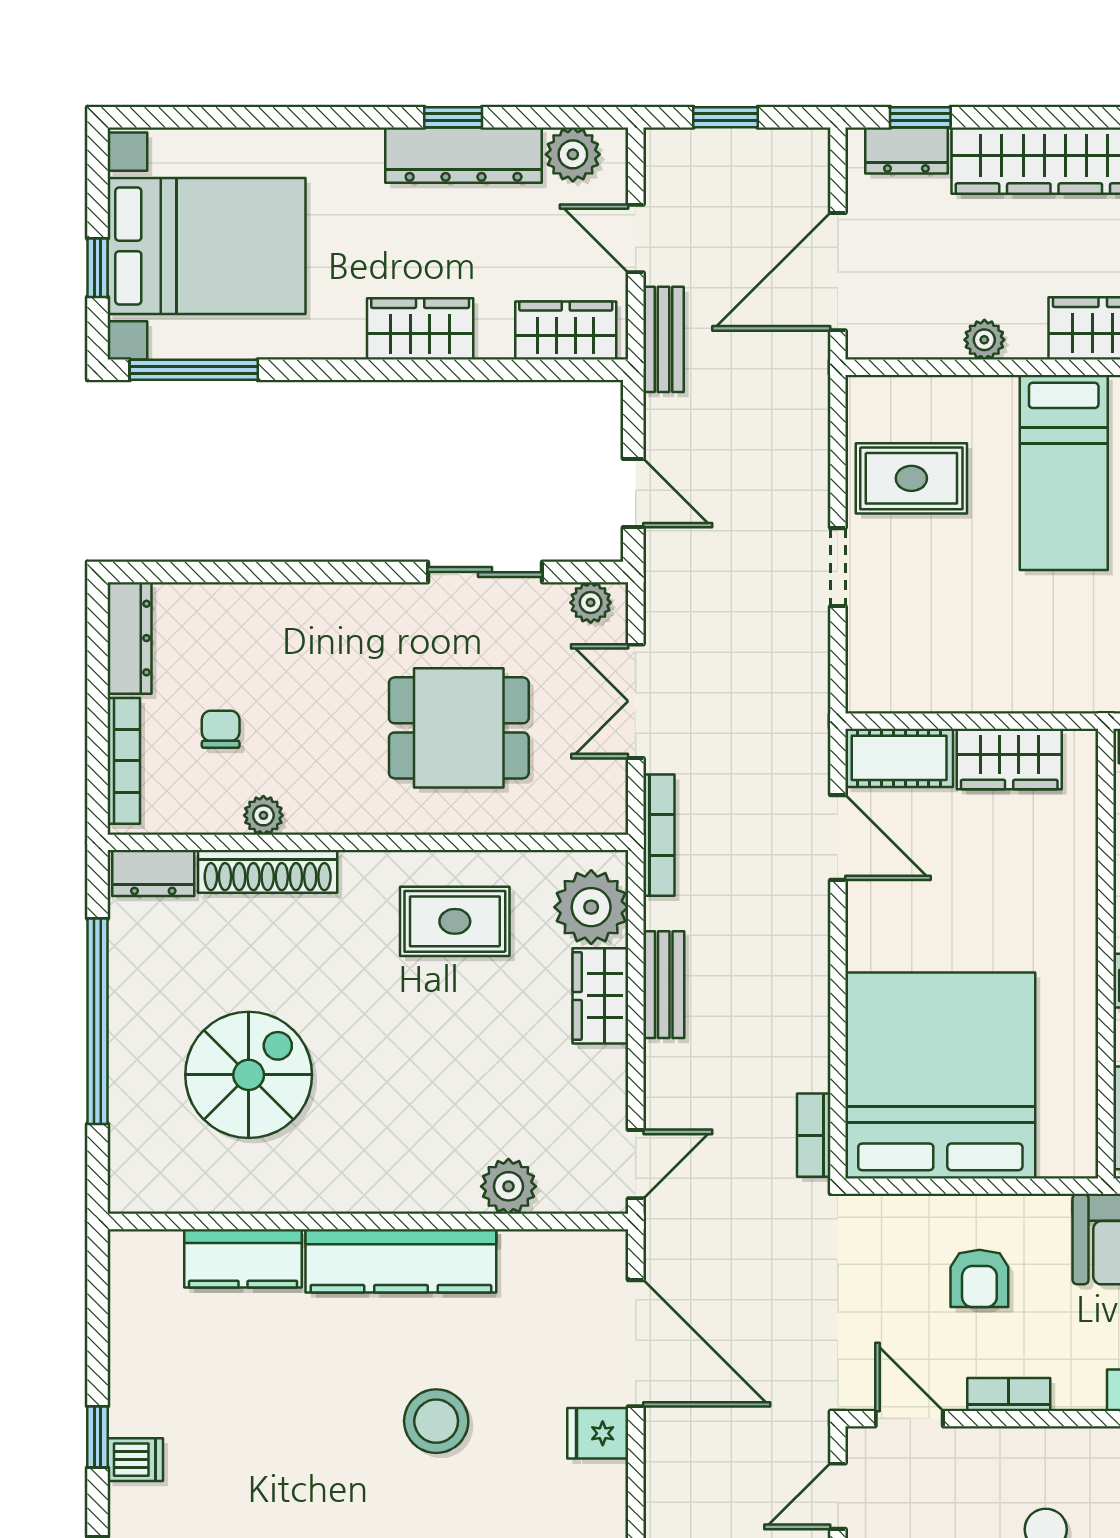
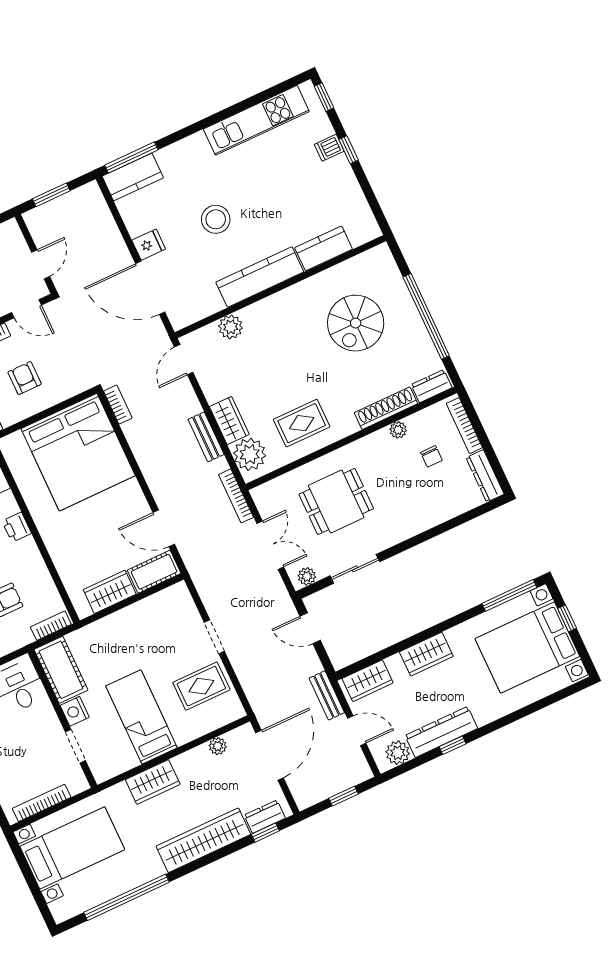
plant: (984, 340) -> (218, 746), moved

